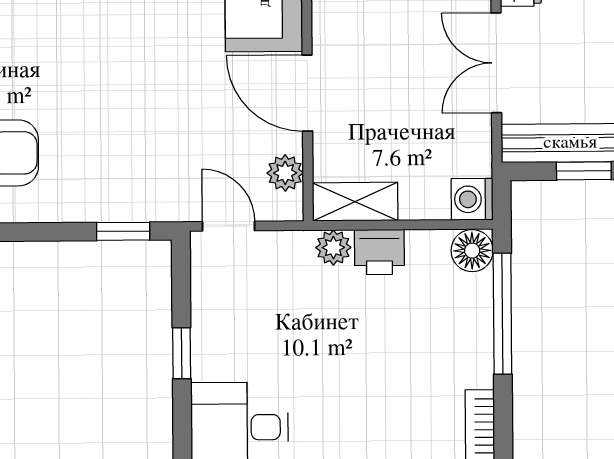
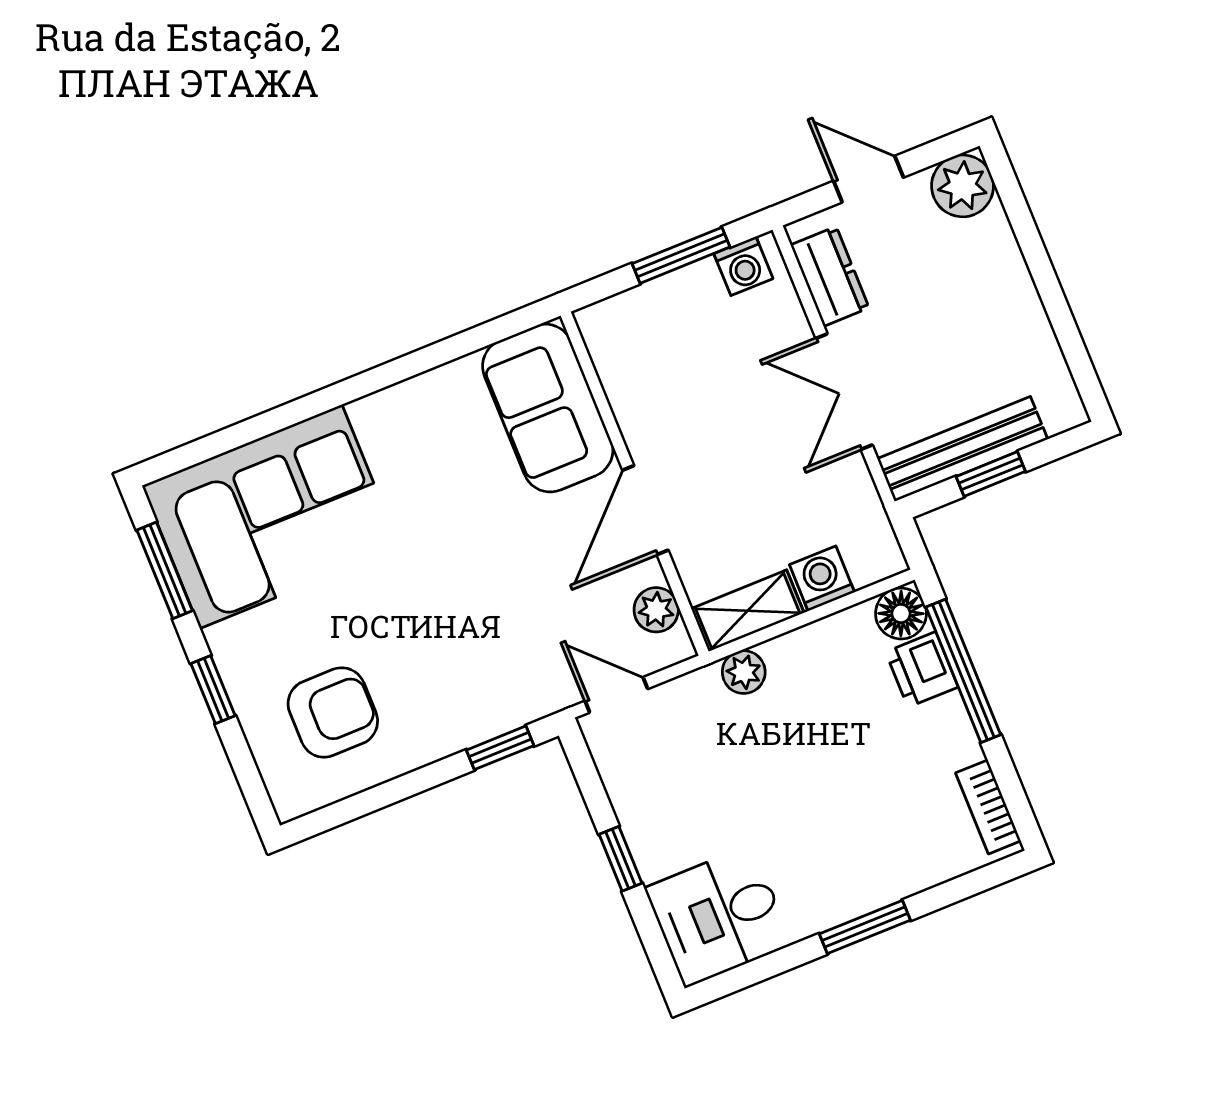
door: (307, 93) -> (645, 510), hinge flipped
washing machine: (472, 199) -> (822, 579), moved, turned 90
printer: (379, 252) -> (922, 669), moved, turned 90

